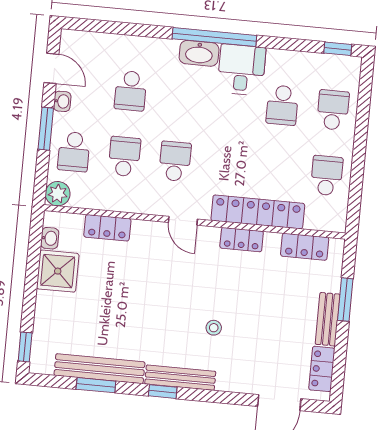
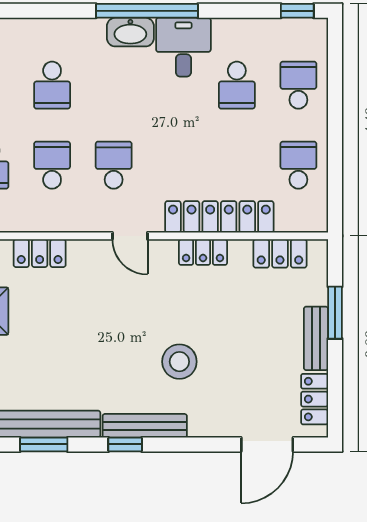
stool: (214, 328) -> (179, 362), width x1.89, depth x1.89

